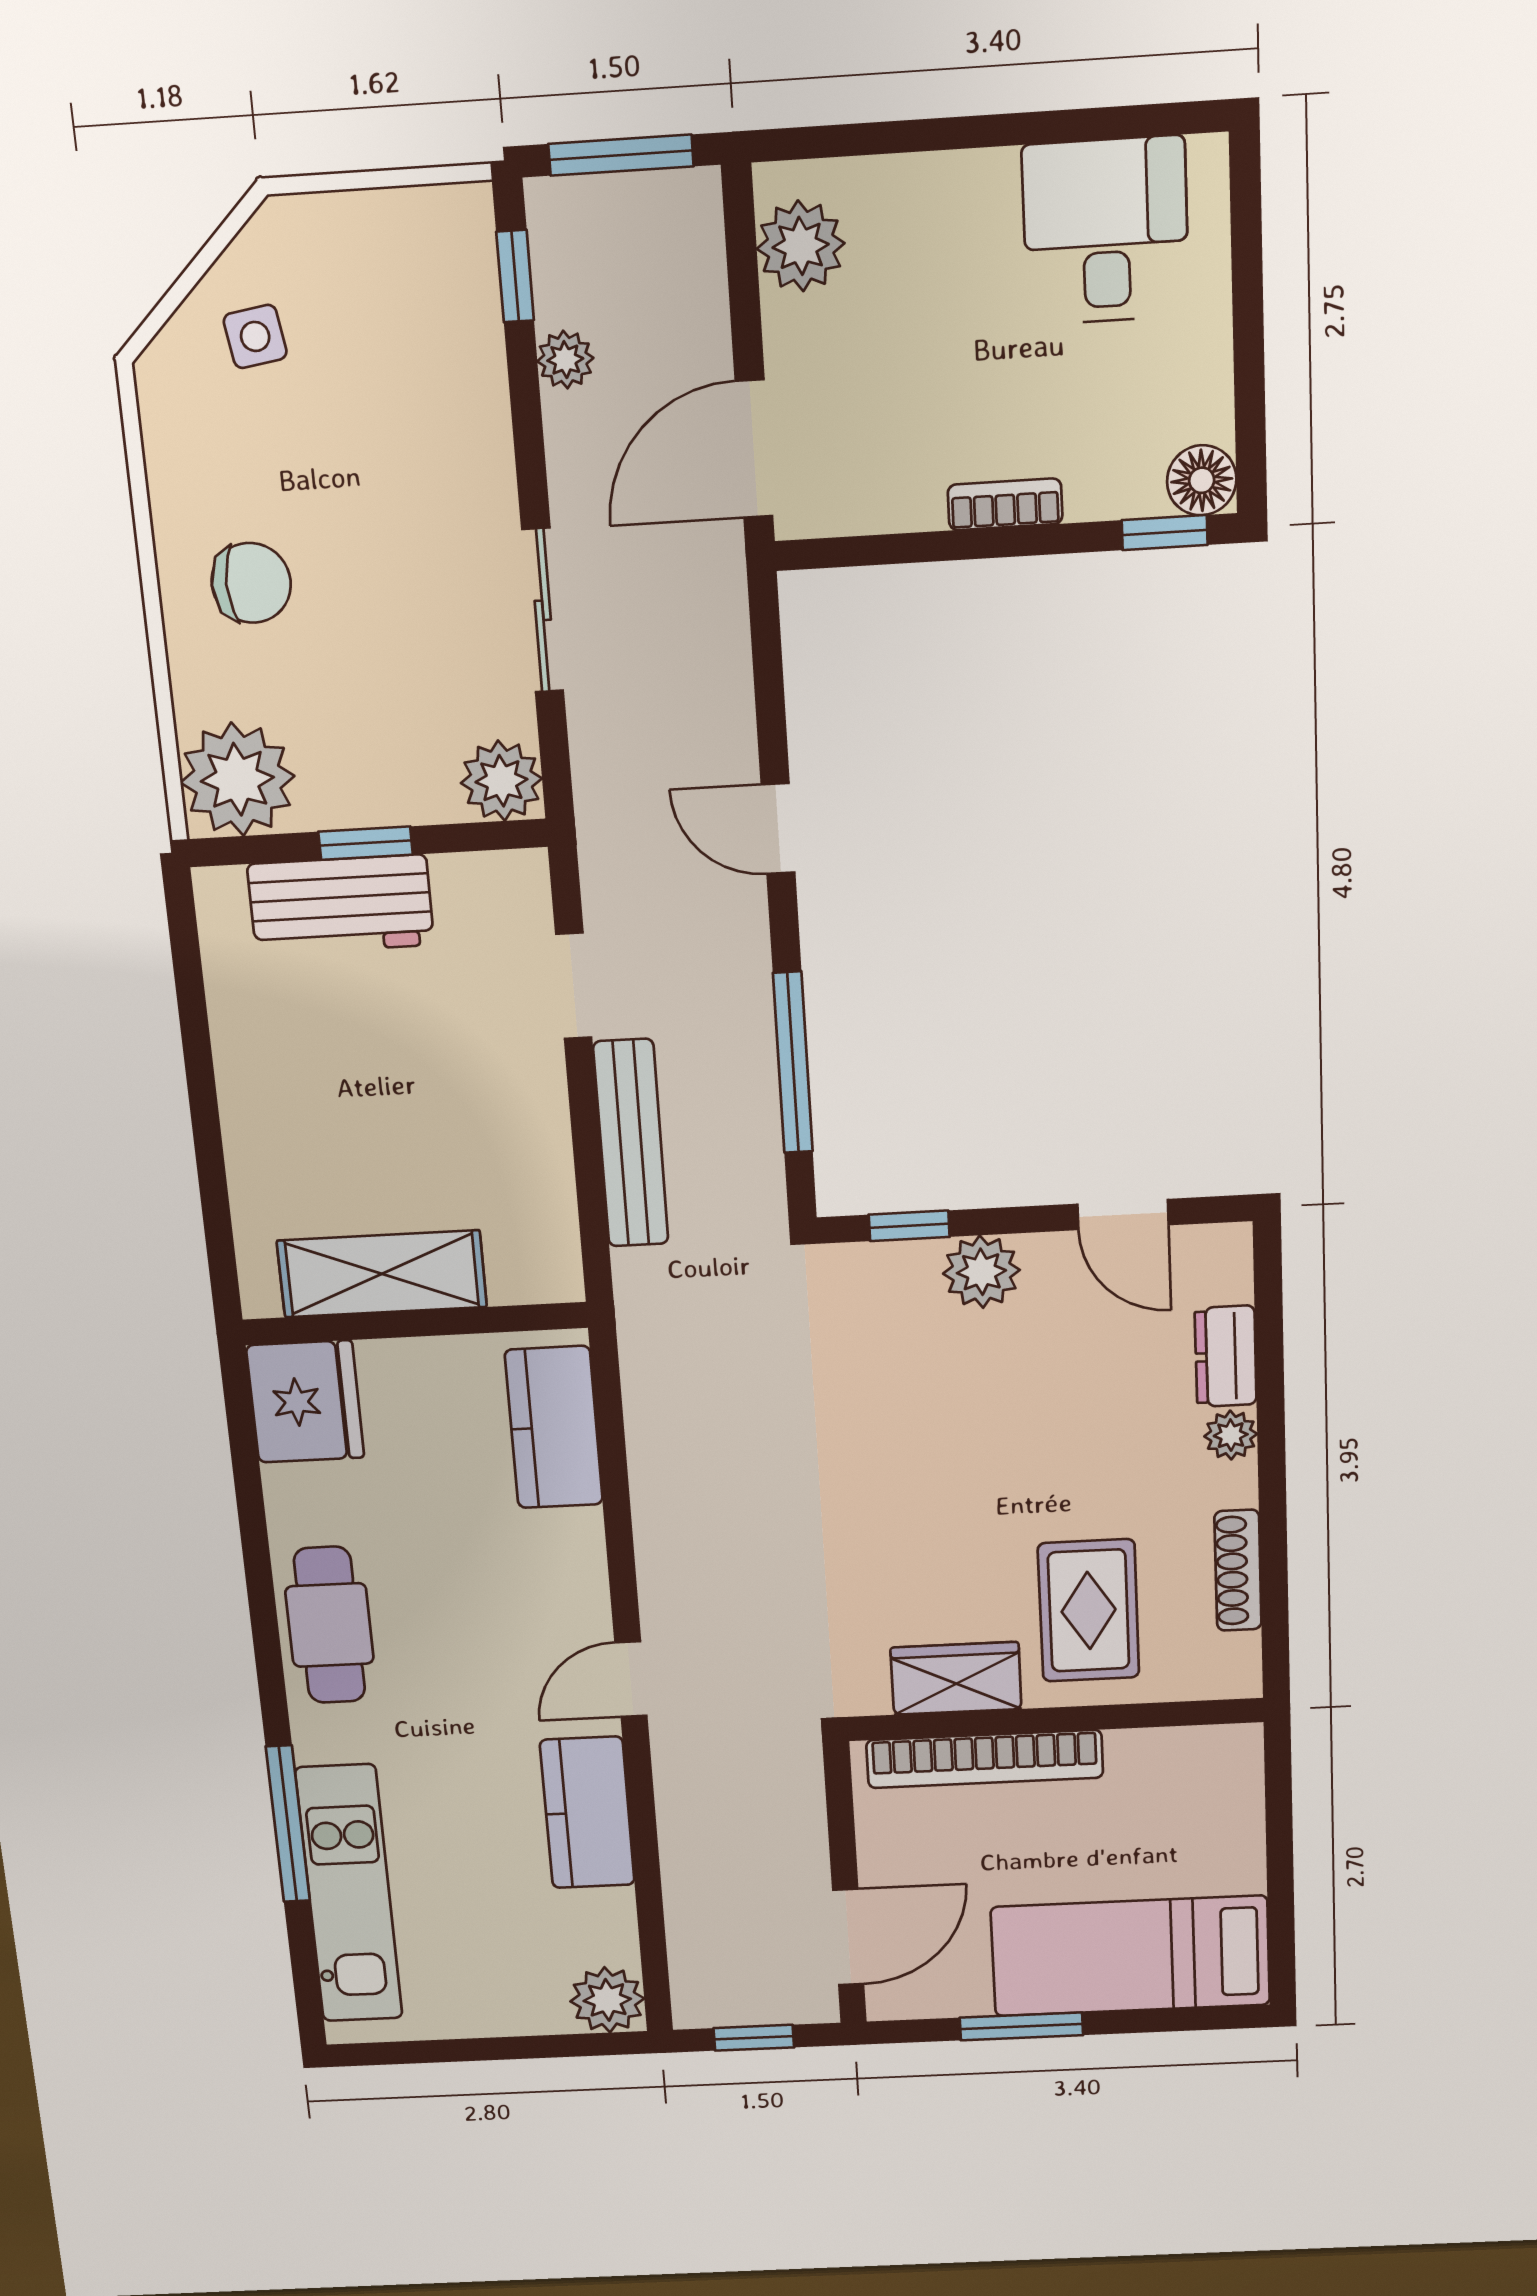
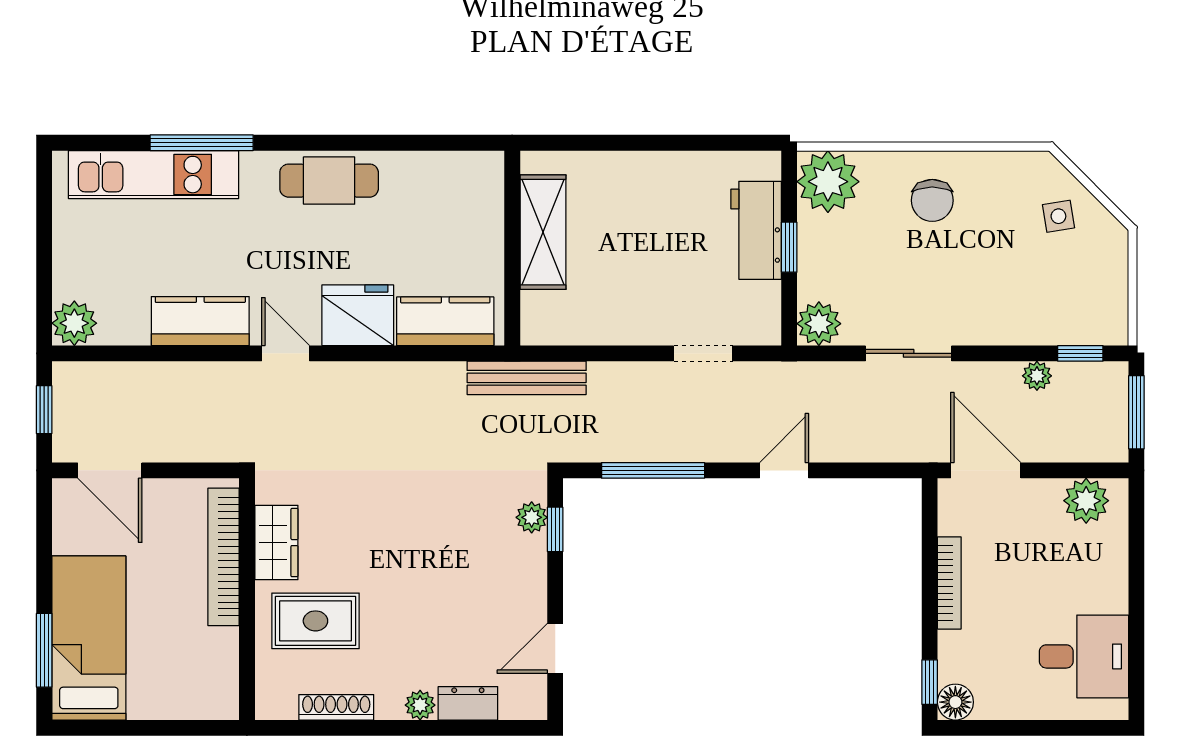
bookcase: (1005, 504) -> (949, 583), width x1.56
bench: (631, 1143) -> (527, 378), moved
plant: (981, 1272) -> (532, 517), moved, width x0.73, depth x0.73
fridge: (305, 1402) -> (358, 315), moved, turned 180
window: (1021, 2026) -> (44, 650), moved

